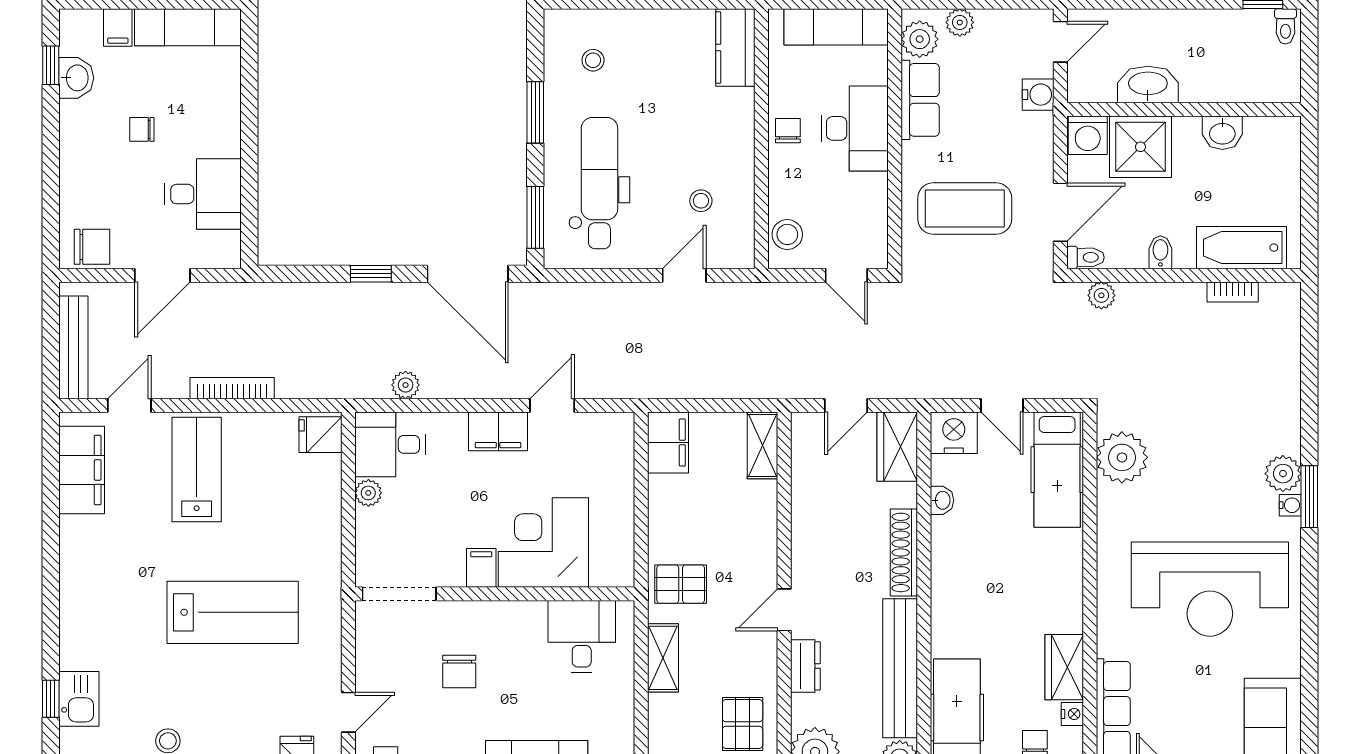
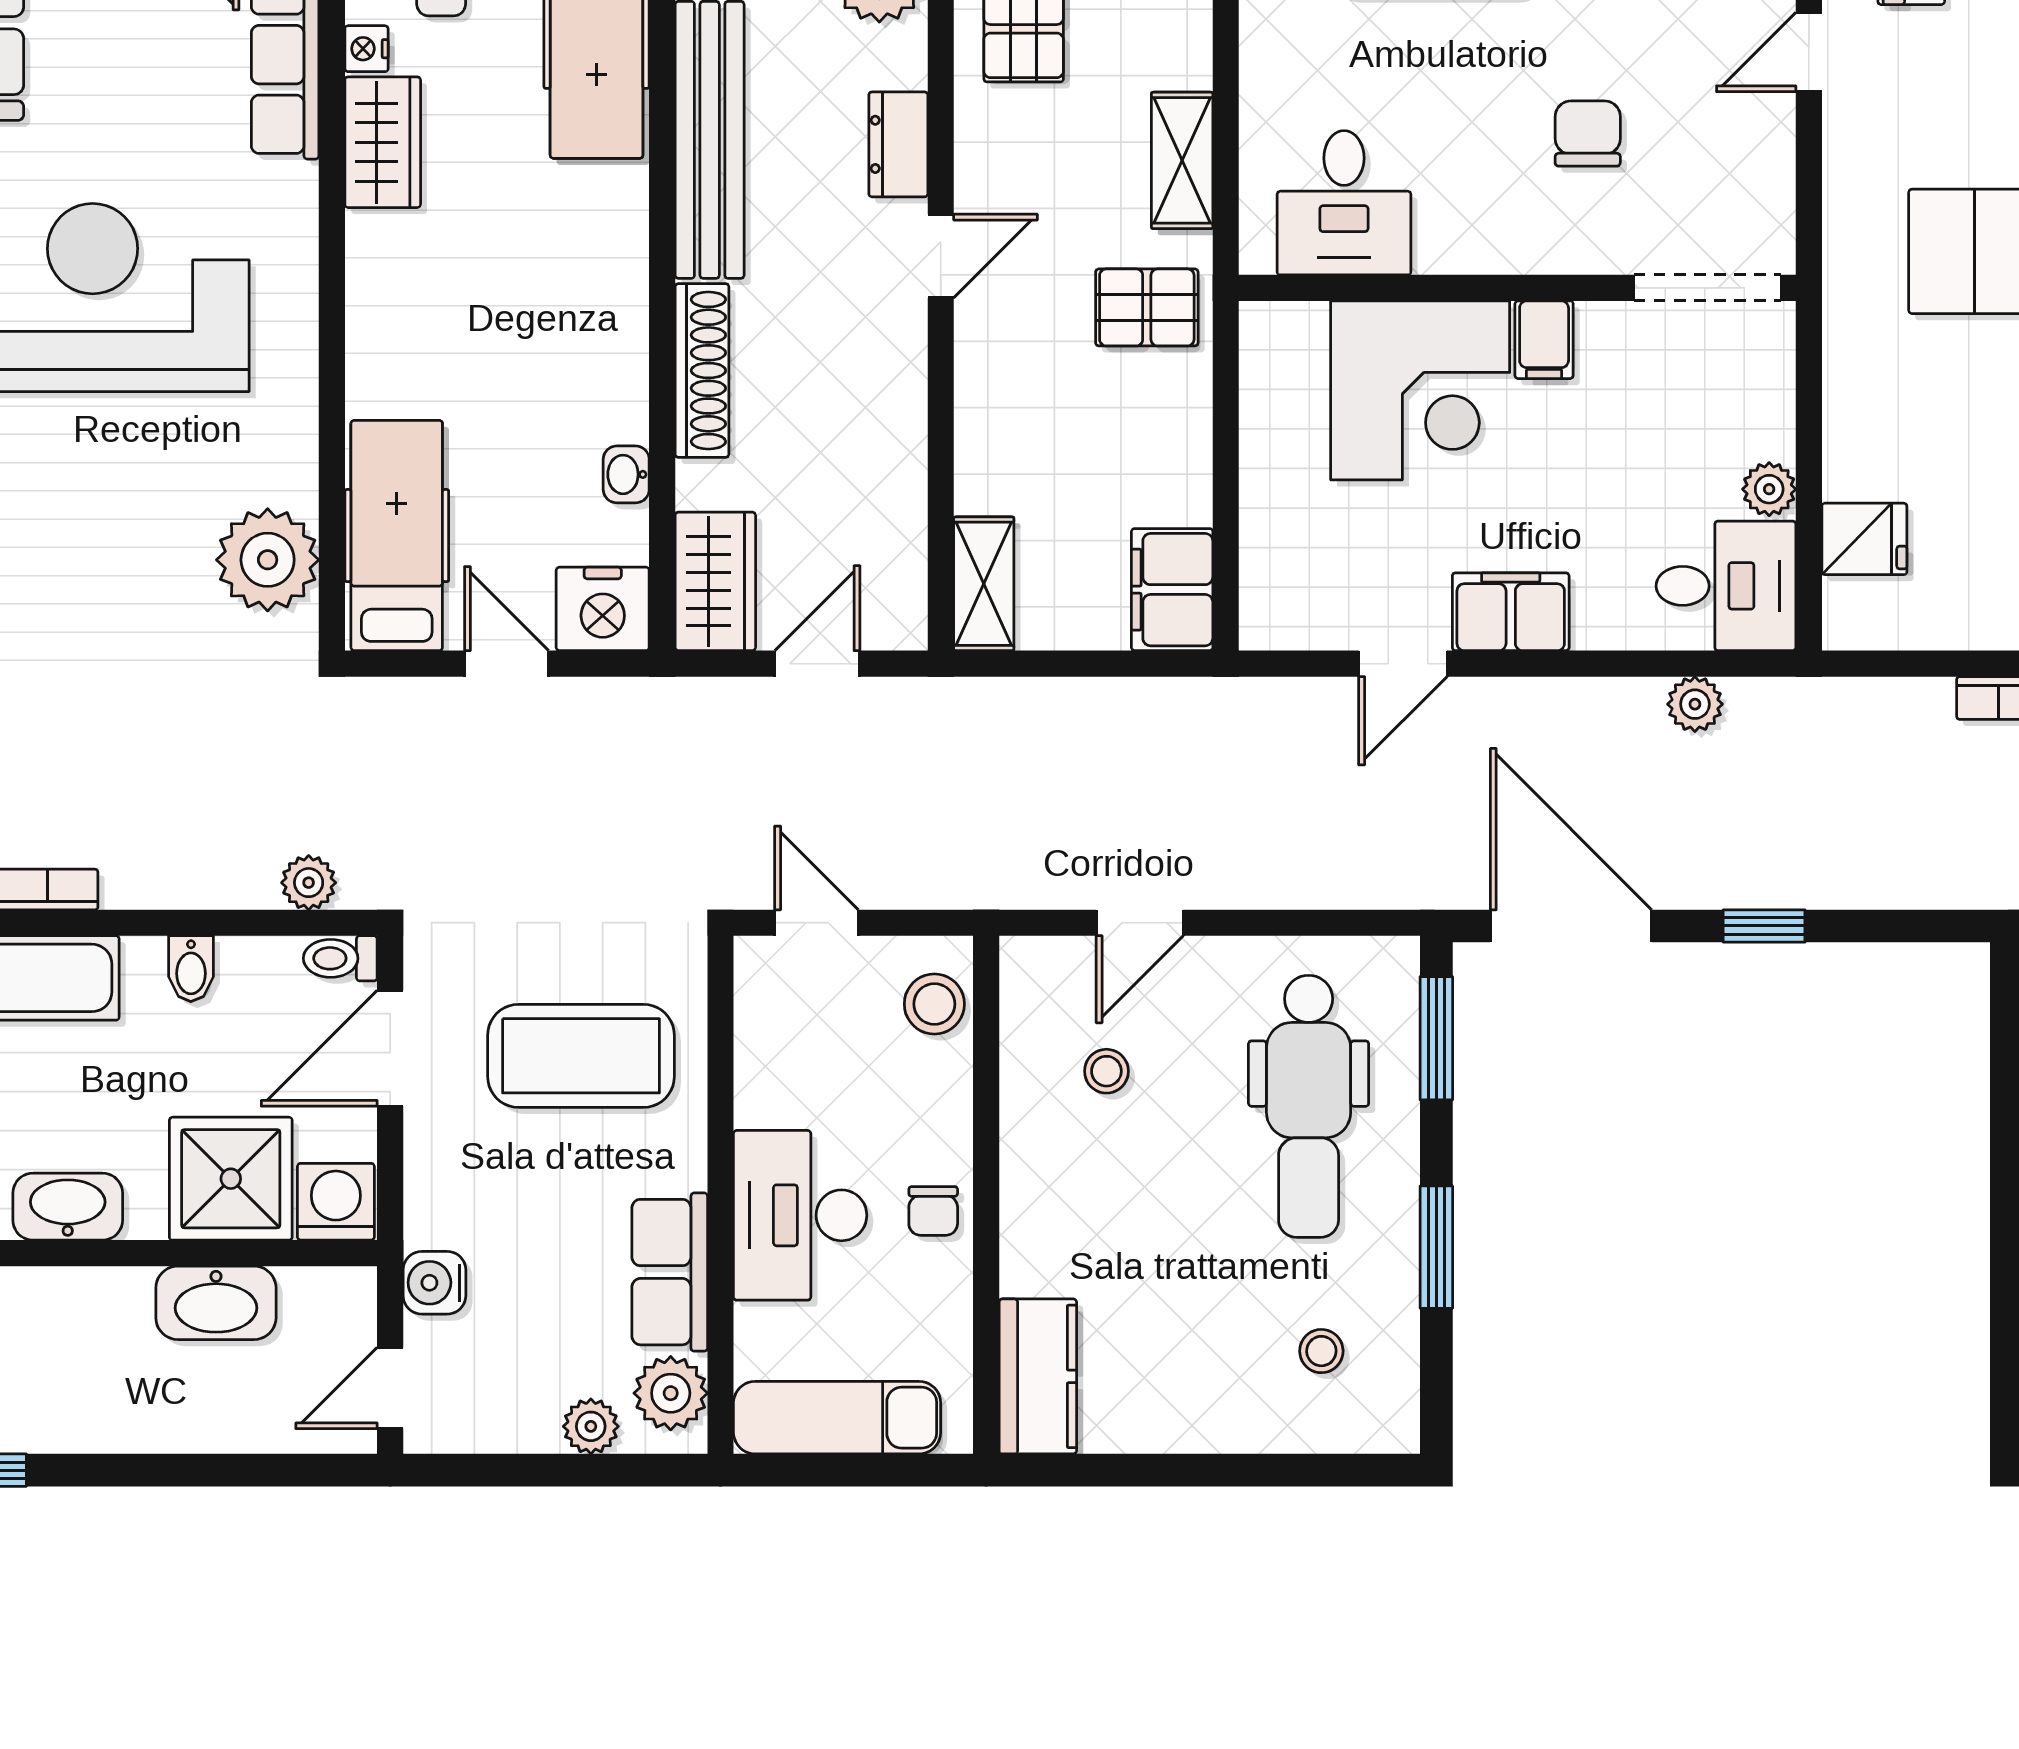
washbasin: (1222, 133) -> (68, 1207), width x1.38
fridge: (320, 435) -> (1864, 539), moved

